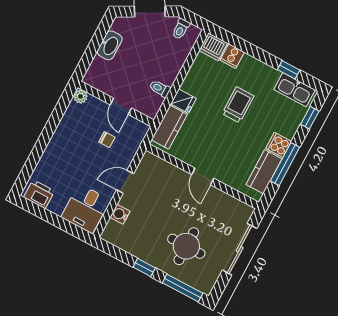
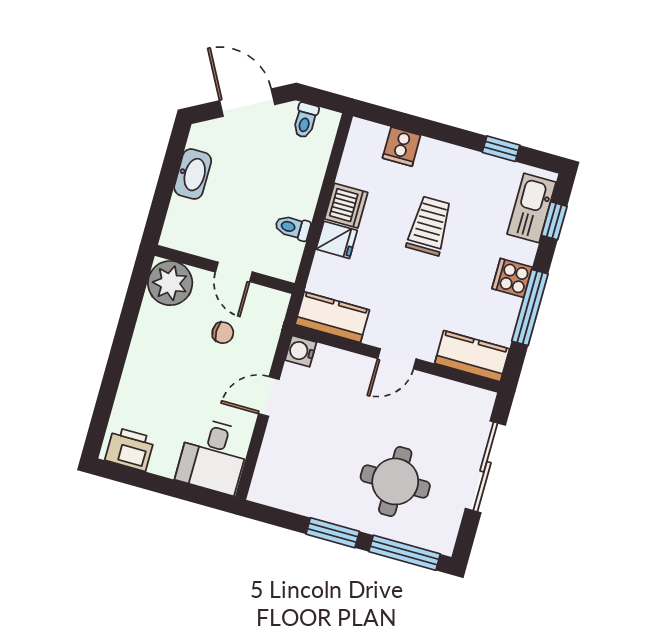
dishwasher: (213, 47) -> (346, 206), moved, turned -90
kitchen sink: (295, 90) -> (532, 208), moved, turned 90
plant: (81, 96) -> (170, 283), width x1.88, depth x1.88
kitchen counter: (169, 127) -> (332, 317), moved, turned -90
kitchen counter: (264, 172) -> (472, 356), moved, turned 90
door: (203, 176) -> (397, 359), hinge flipped
water cooler: (120, 214) -> (301, 351), moved
window: (144, 268) -> (333, 533), width x1.50

